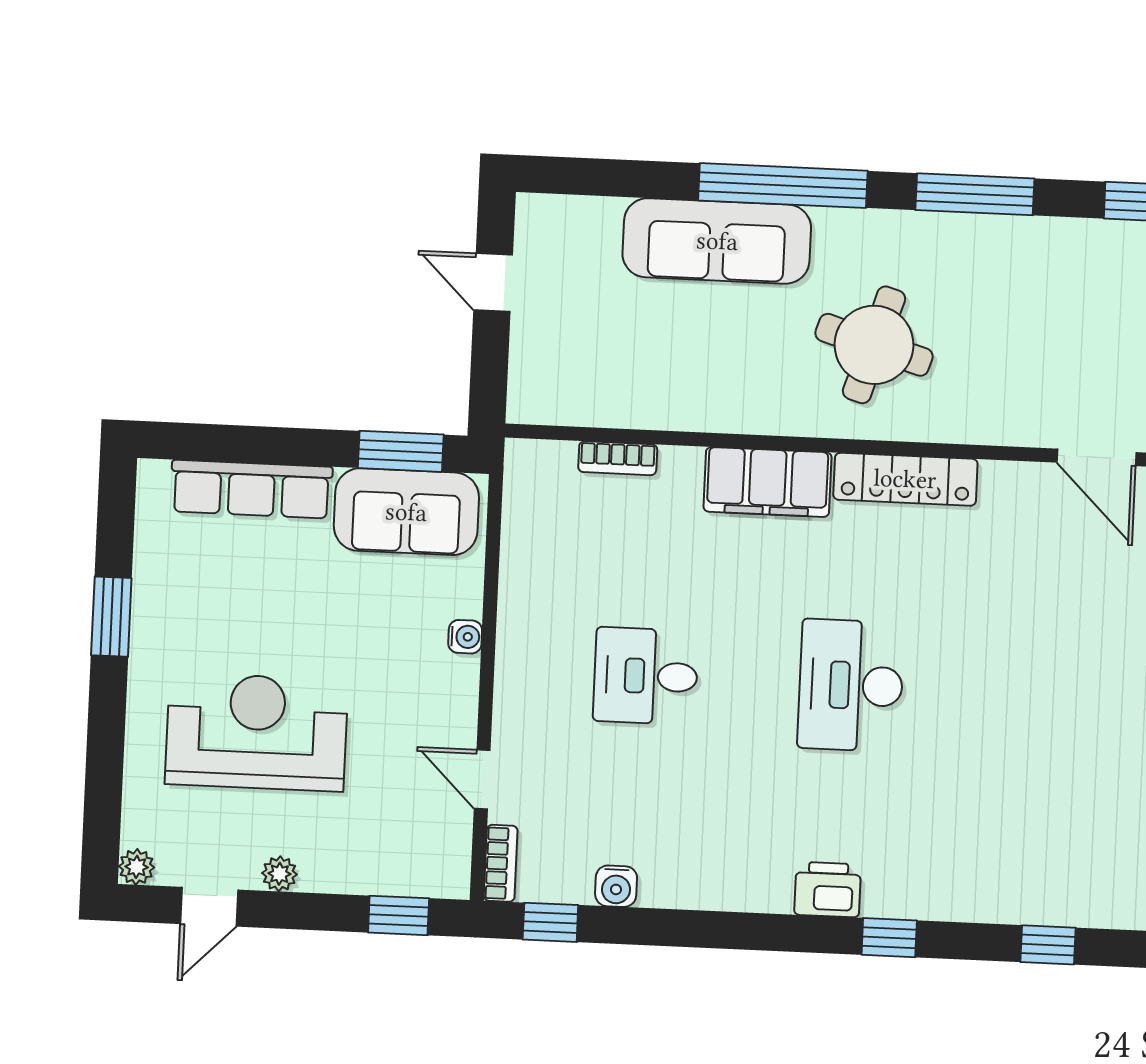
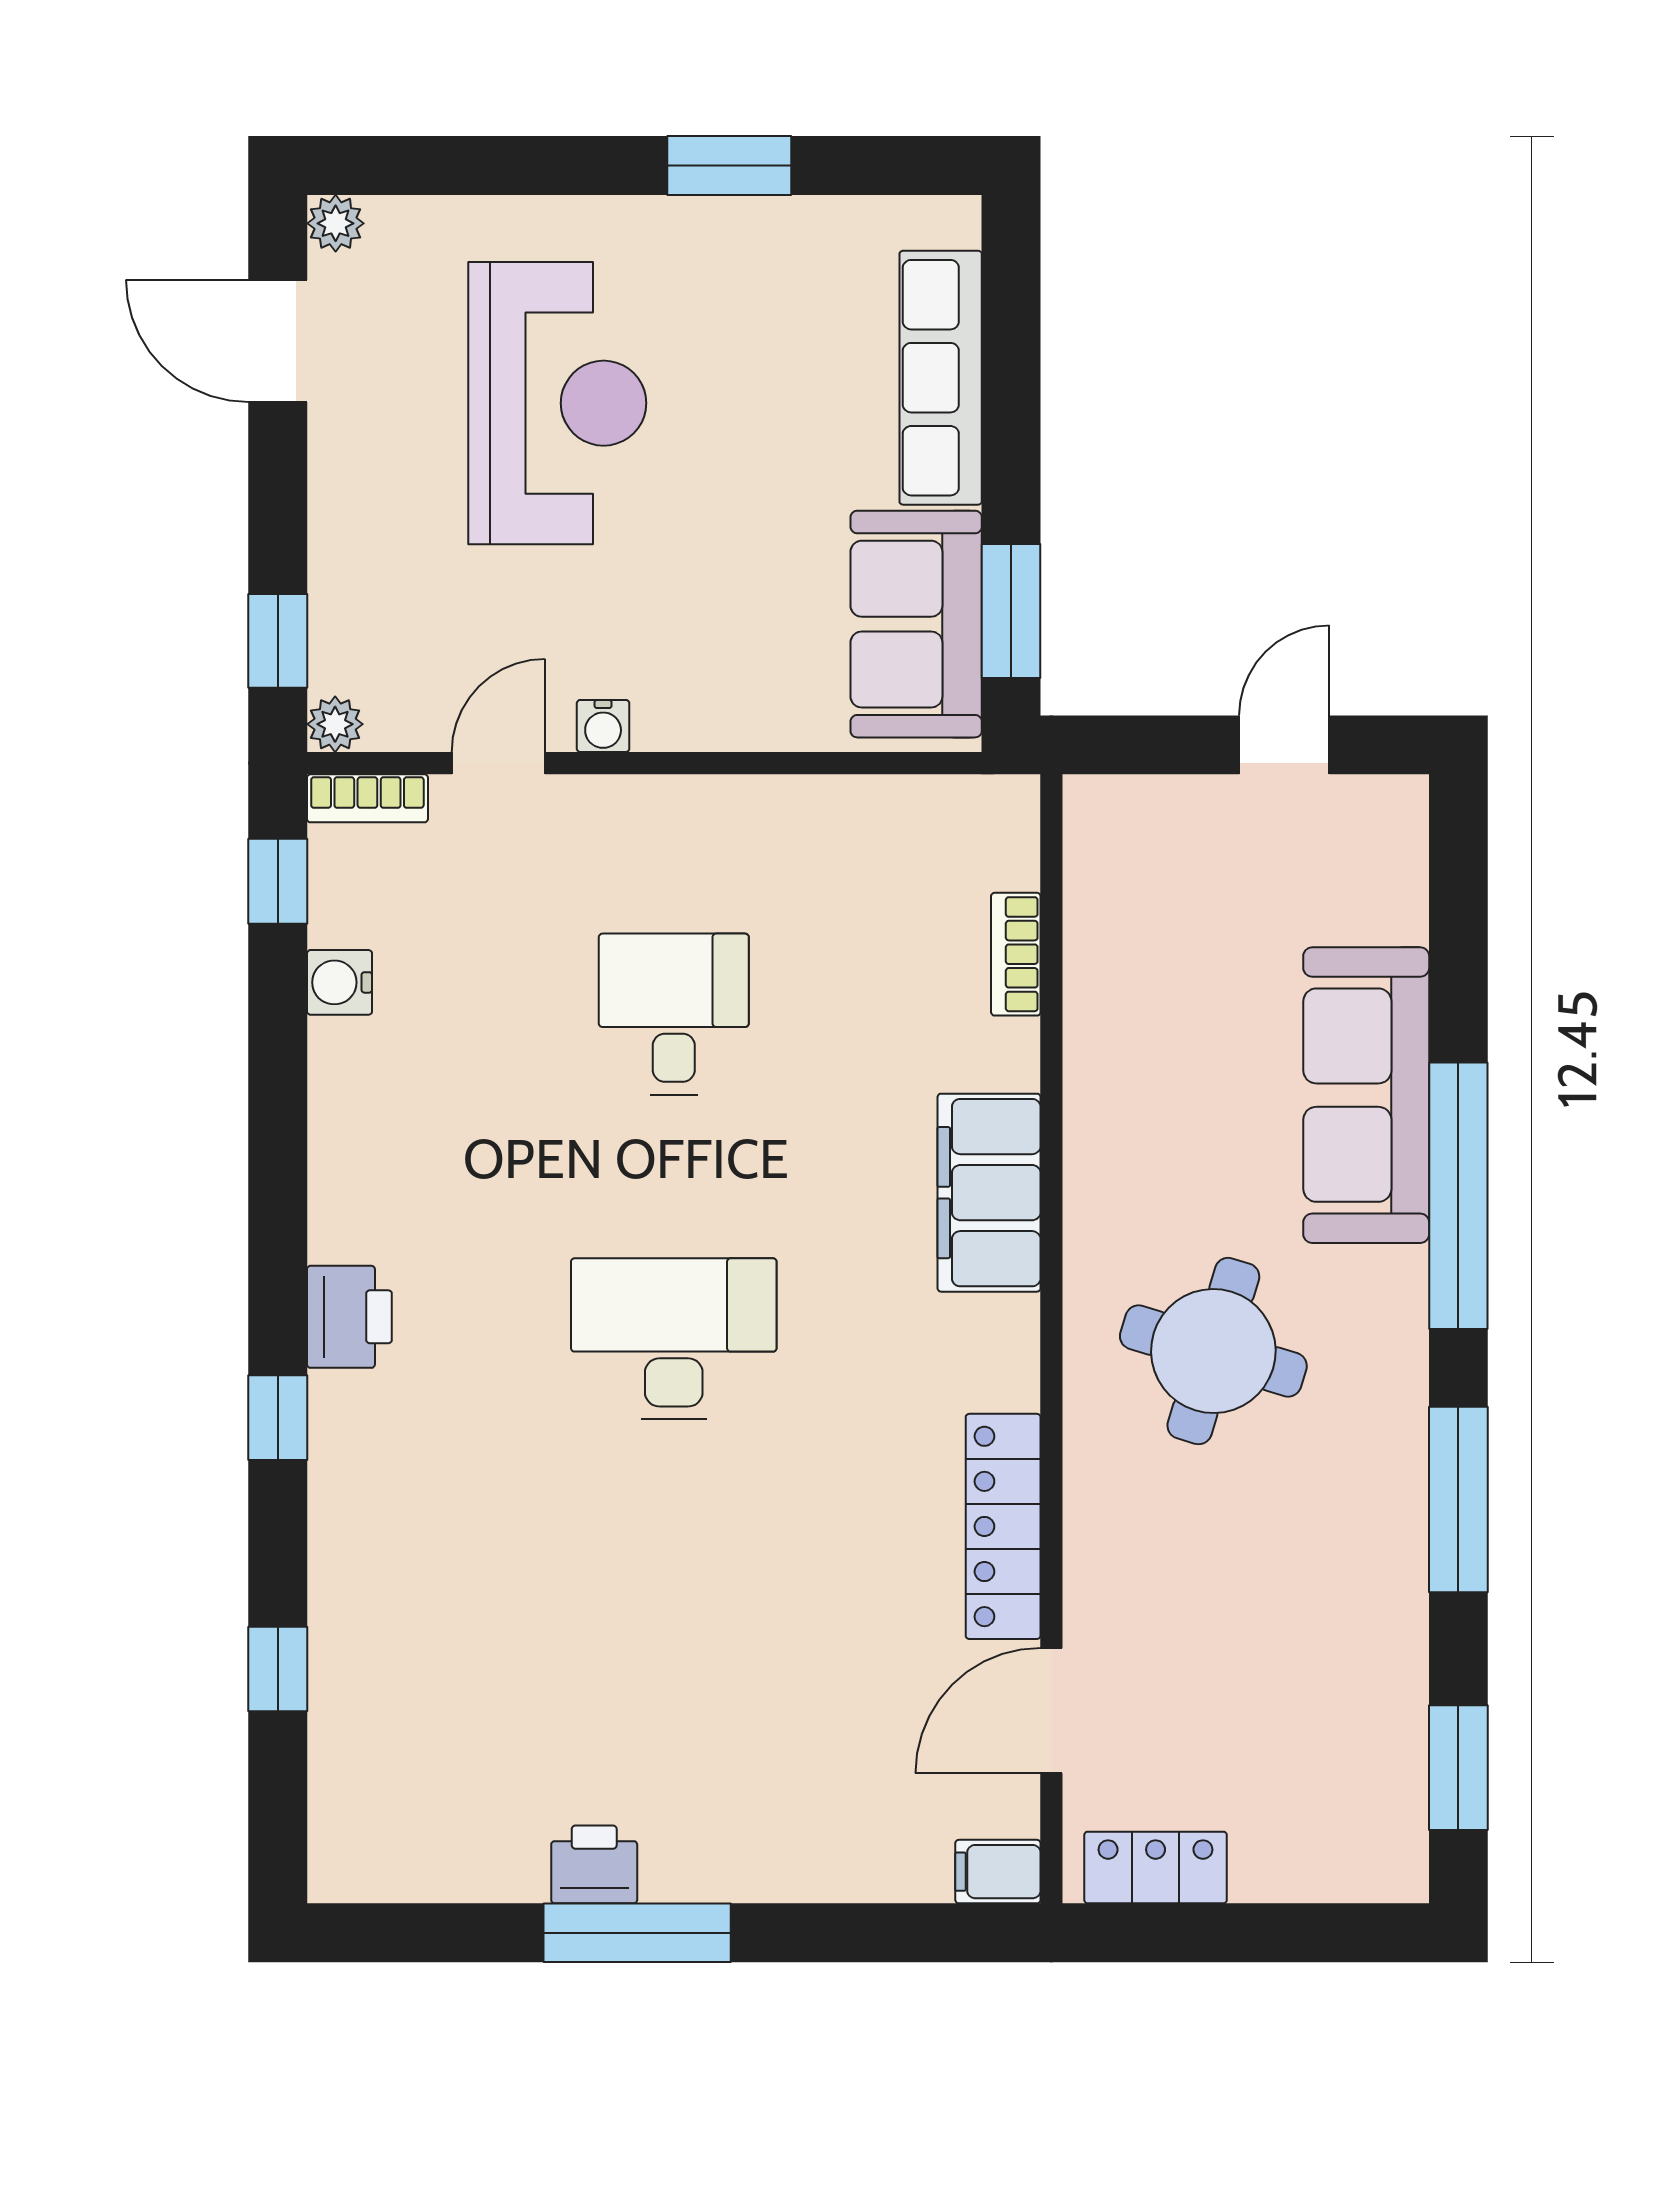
locker: (905, 479) -> (1003, 1526), moved
water cooler: (465, 637) -> (603, 726), moved
plant: (279, 874) -> (335, 724), moved
door: (209, 907) -> (278, 341), width x1.38

